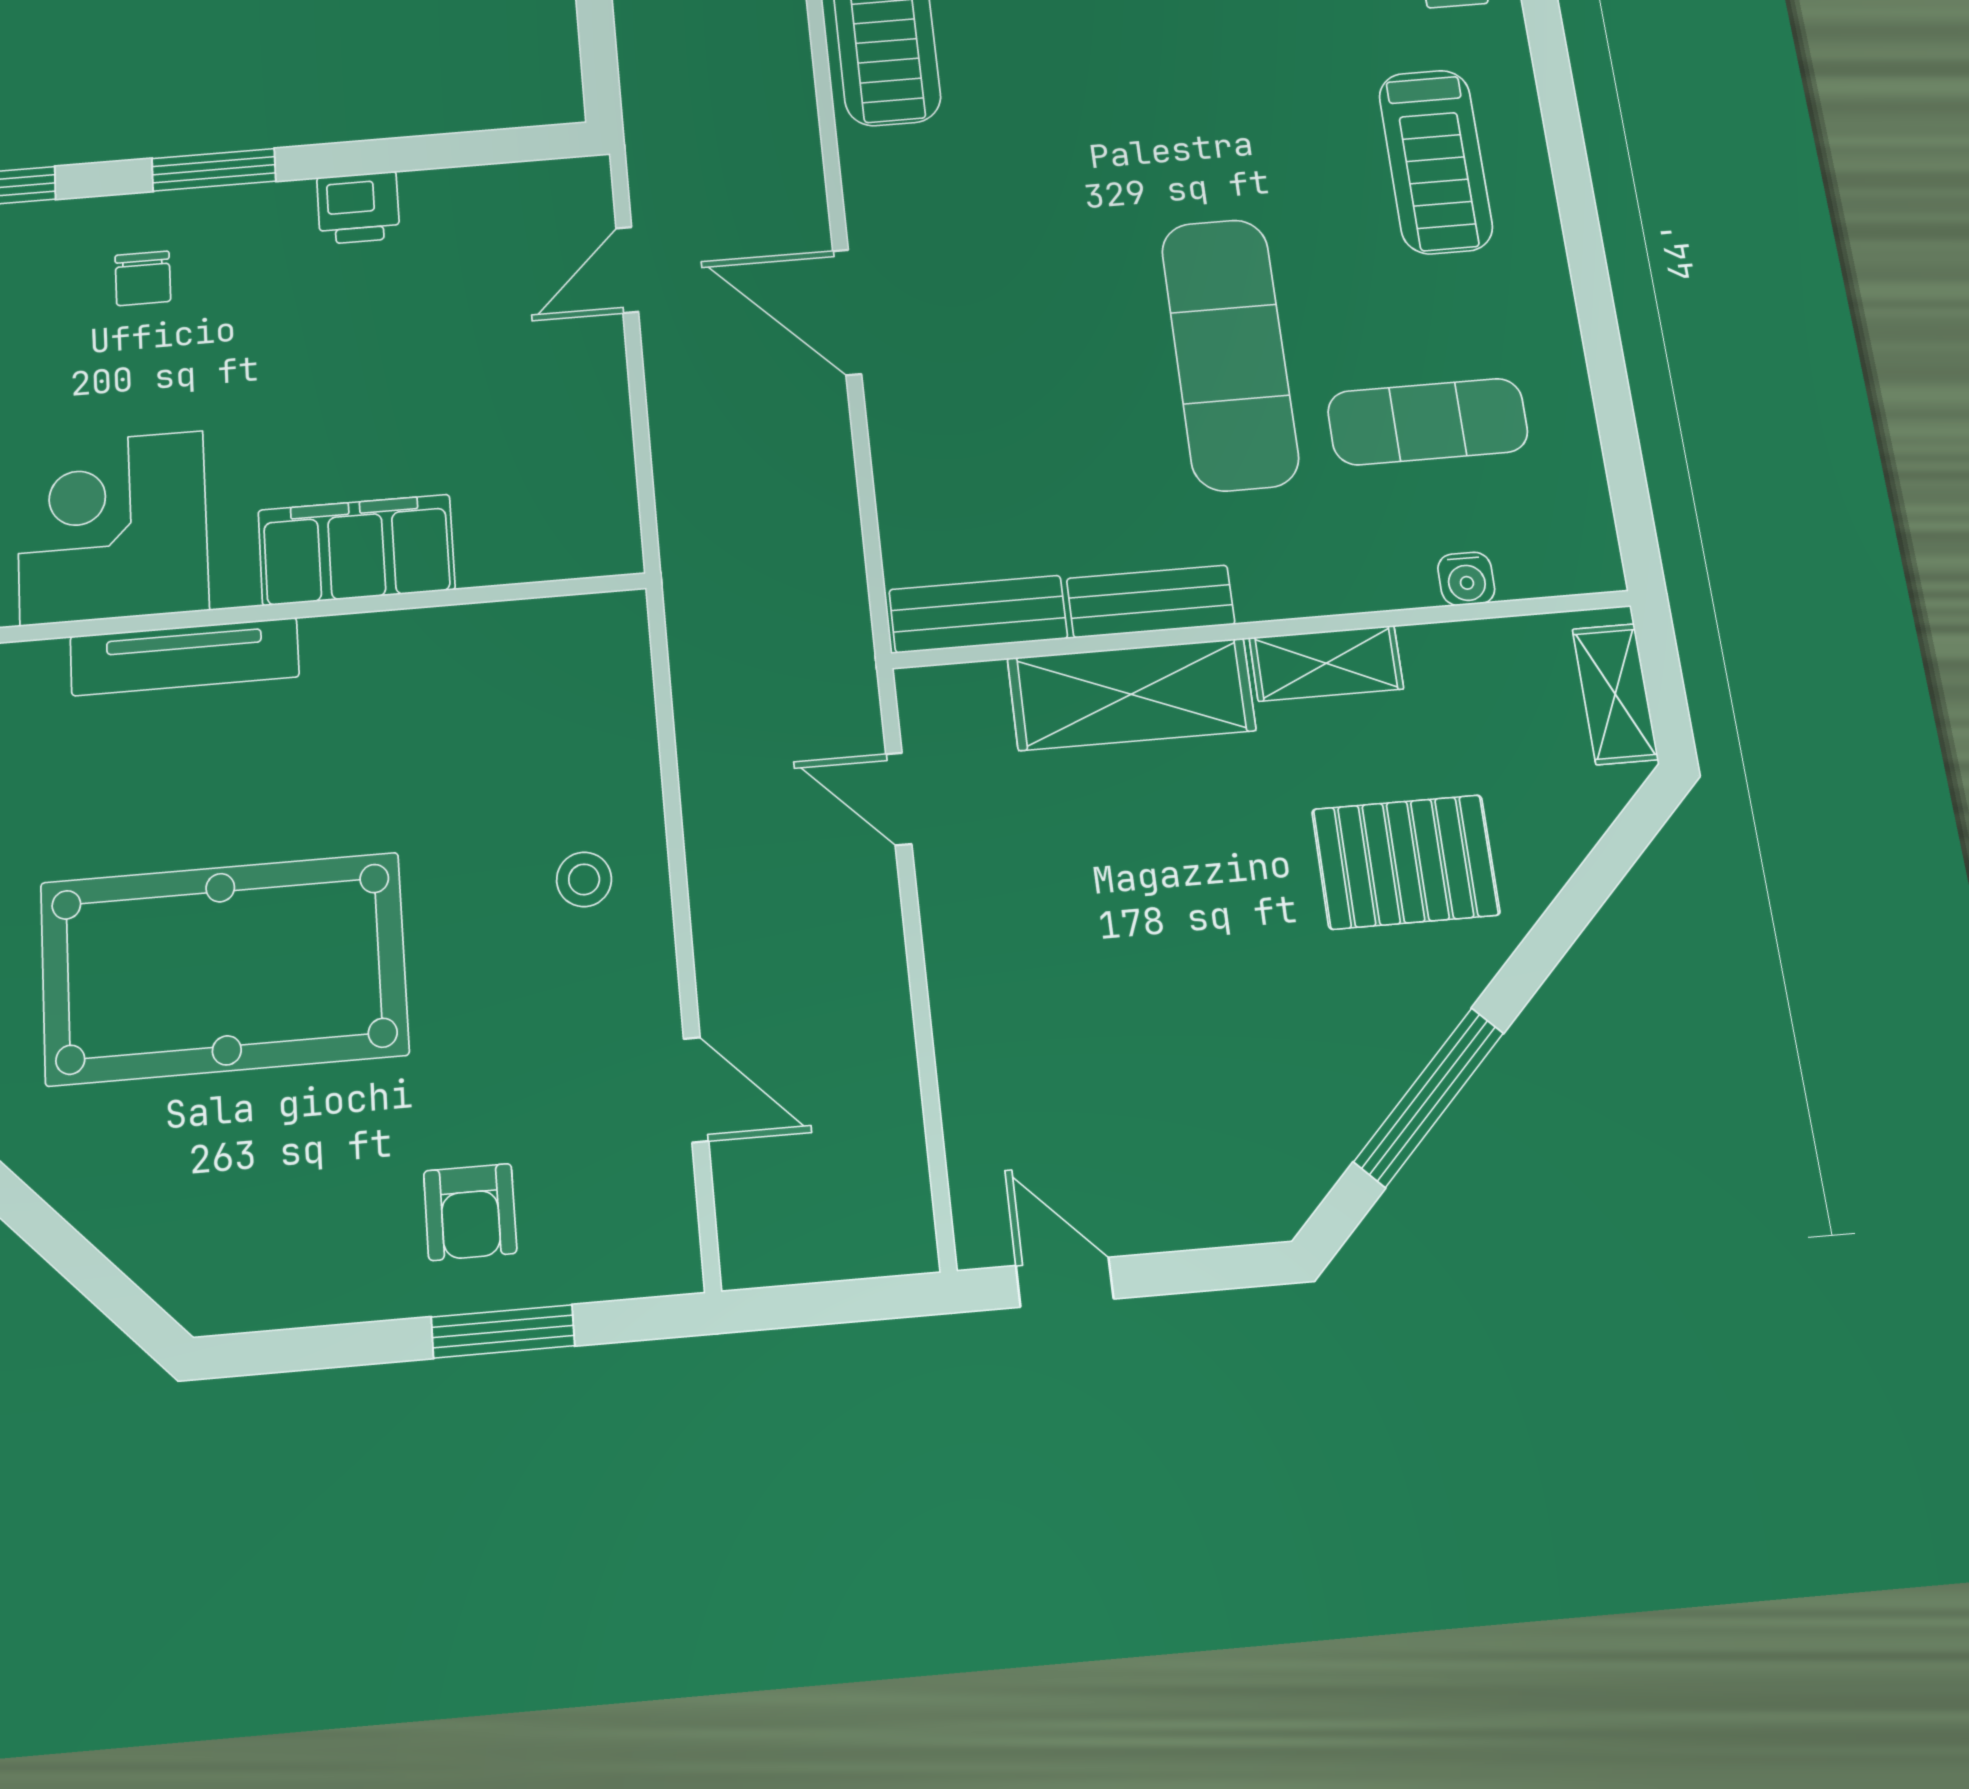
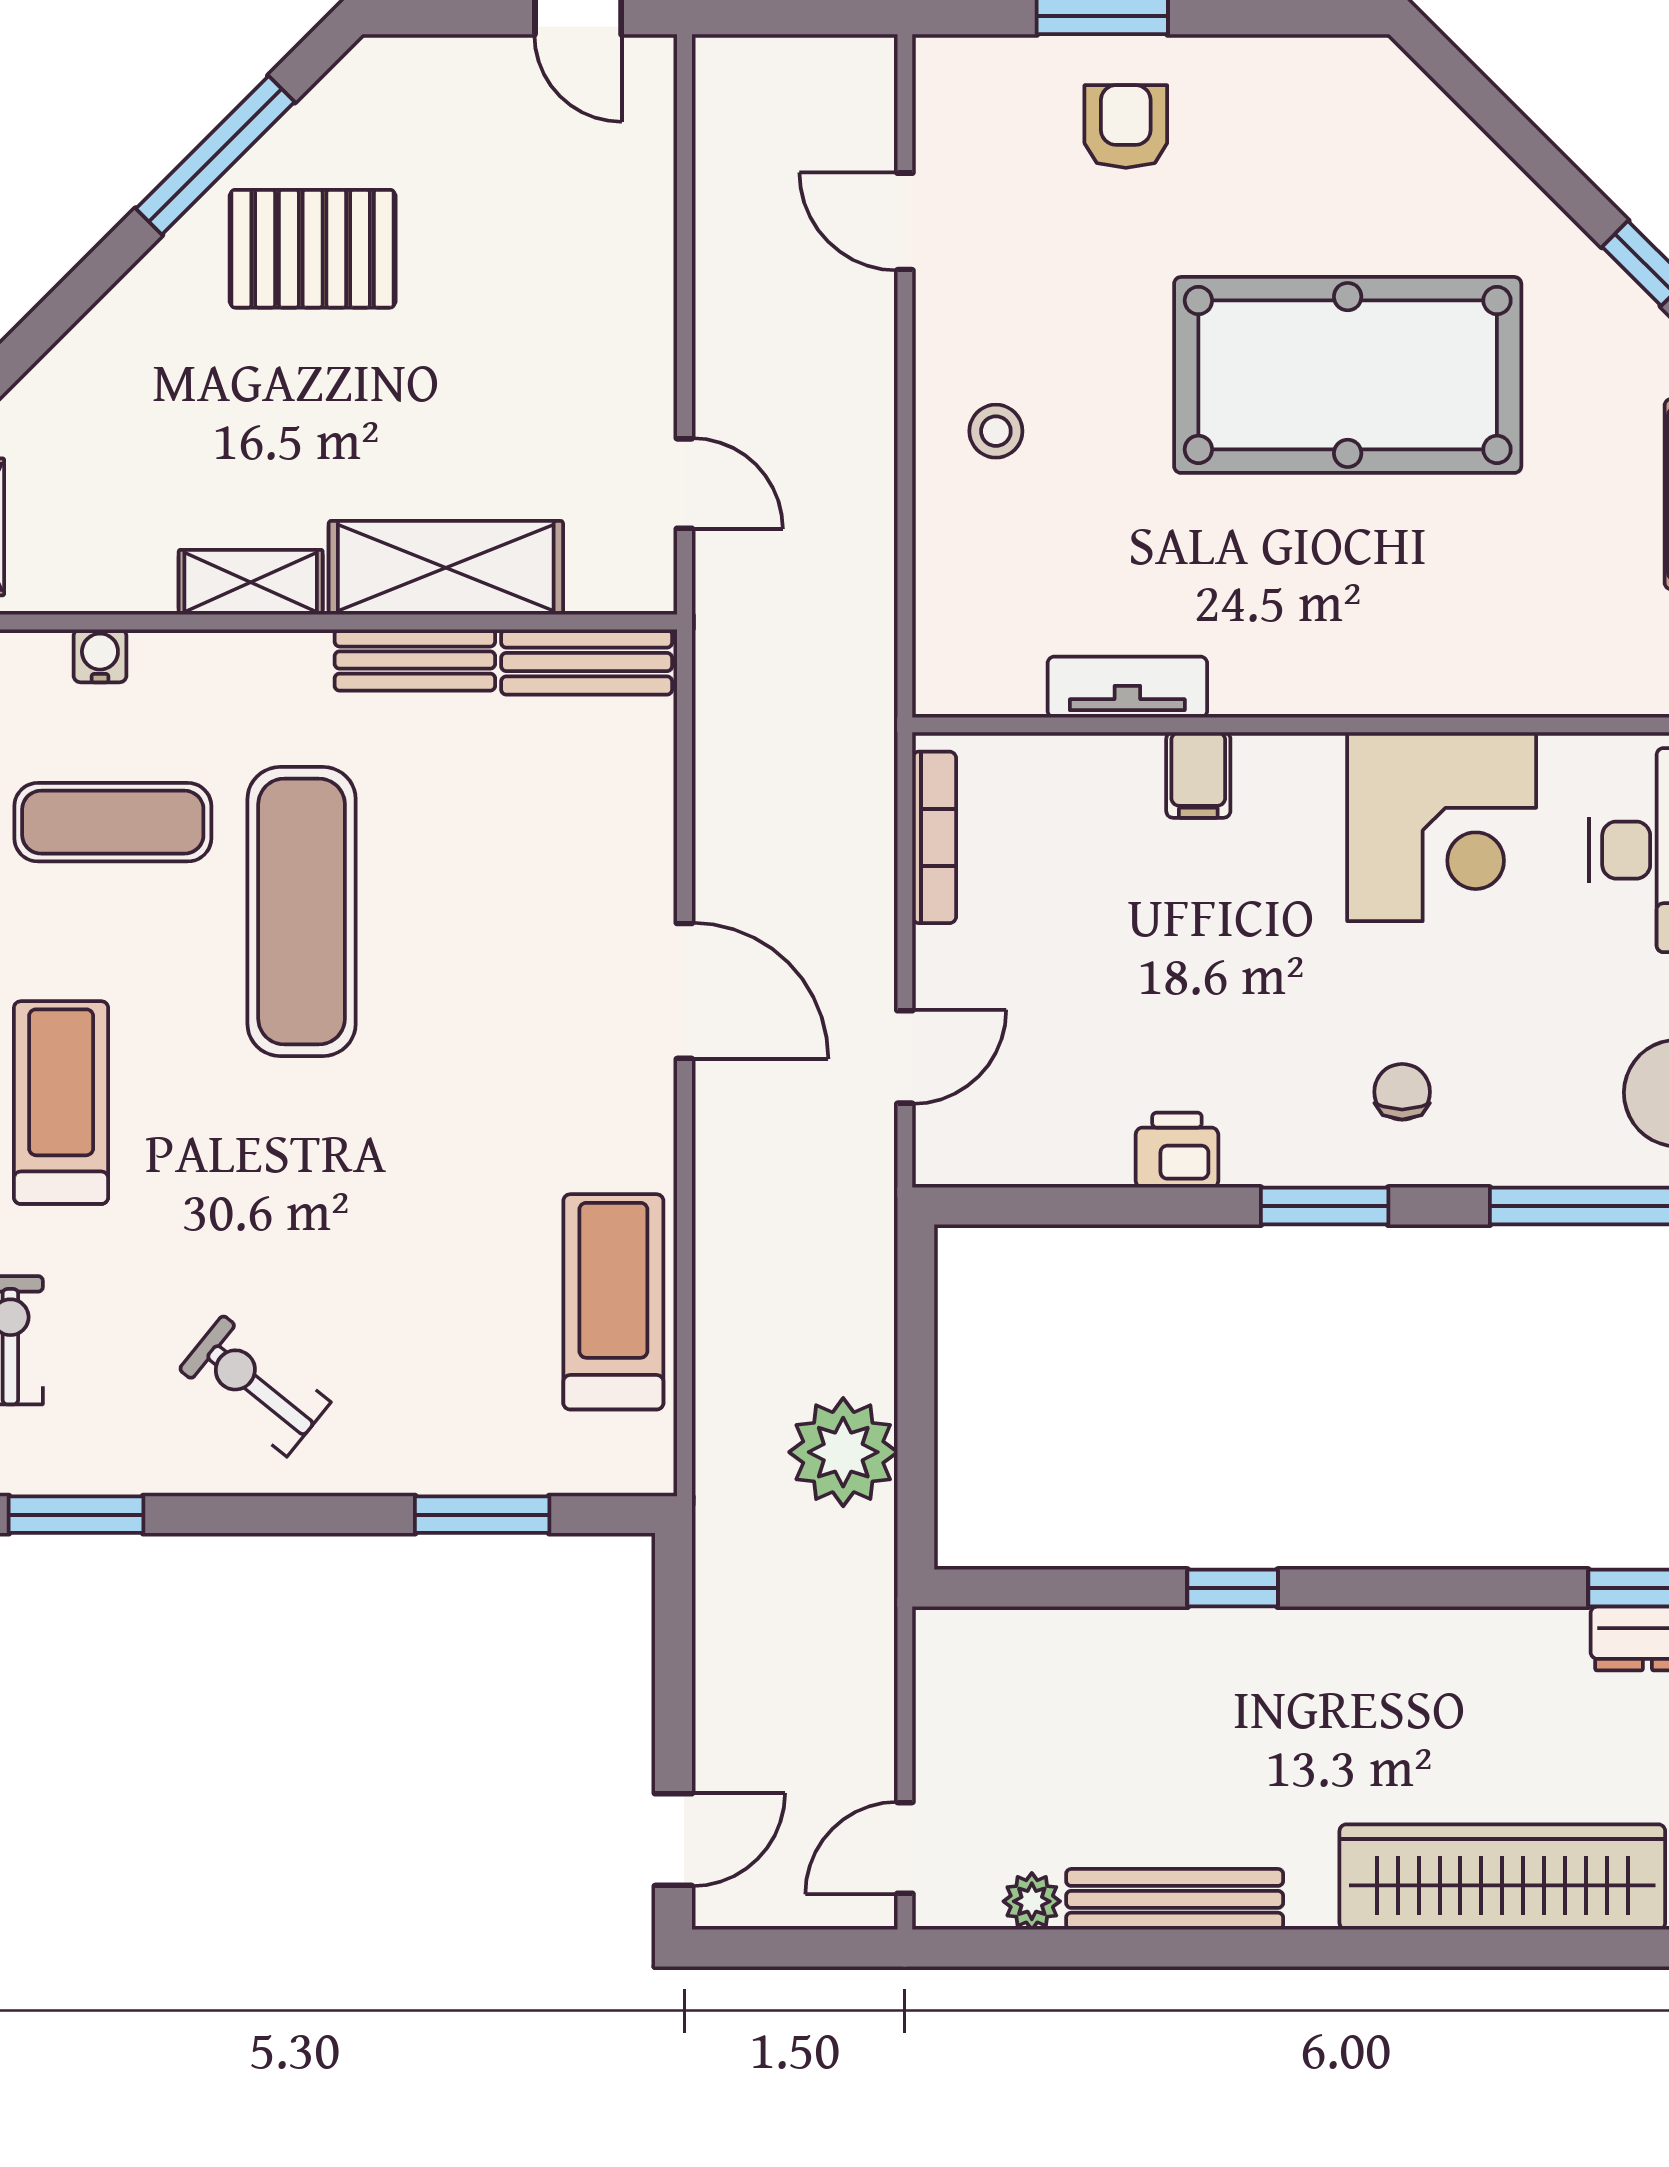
bookcase: (615, 475) -> (934, 837), added
filing cabinet: (356, 550) -> (1198, 775), width x0.33, depth x0.86
tv unit: (184, 657) -> (1127, 687), moved, width x0.71
pallet: (1406, 862) -> (313, 249), moved

